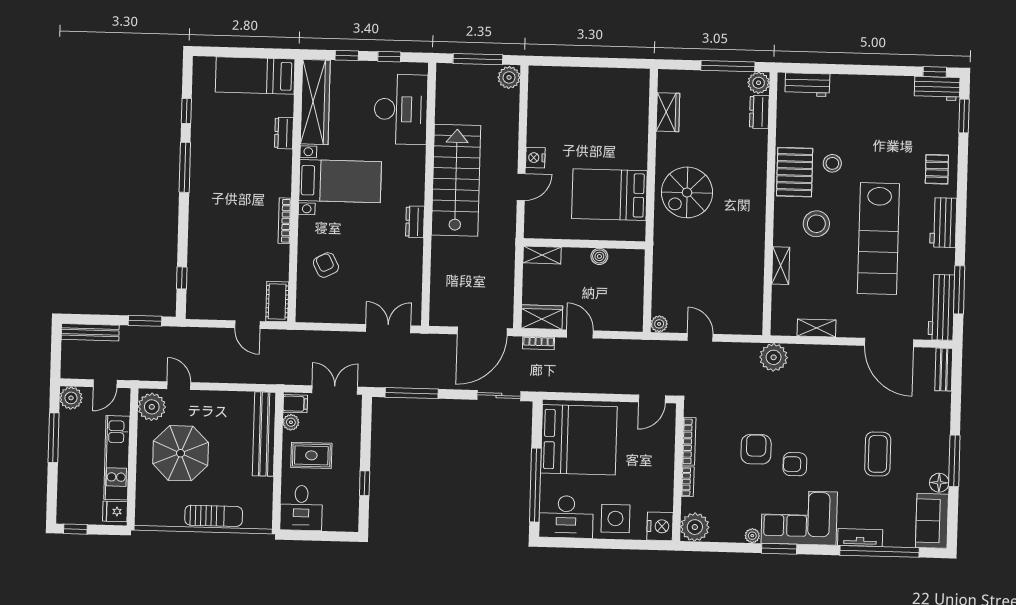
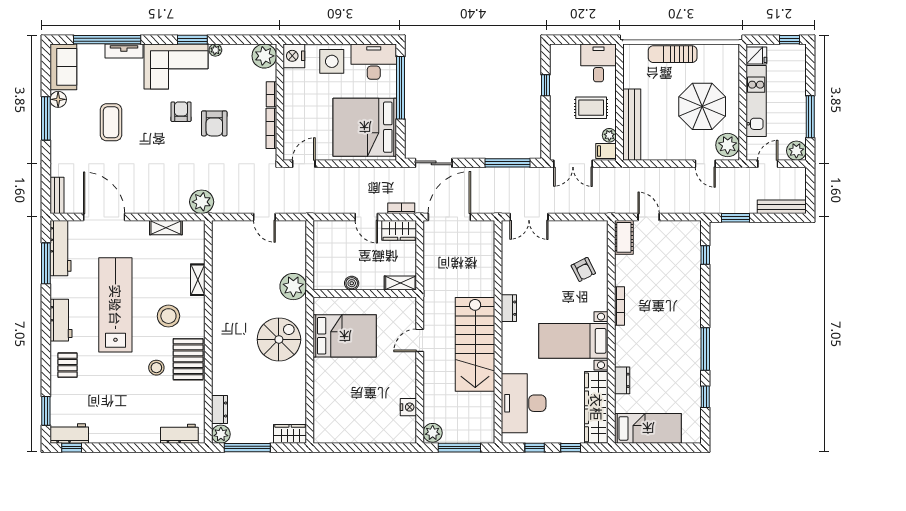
wardrobe: (668, 112) -> (290, 434), moved, turned 90
nightstand: (535, 158) -> (408, 407), moved
plant: (659, 324) -> (293, 287), moved, width x1.87, depth x1.87
armchair: (795, 464) -> (181, 112), turned -90

